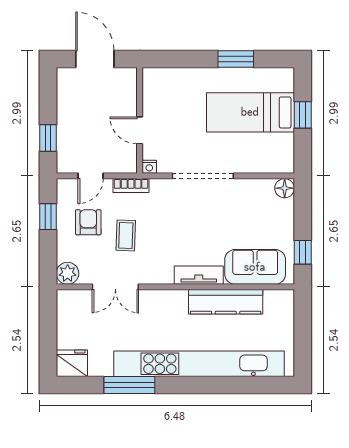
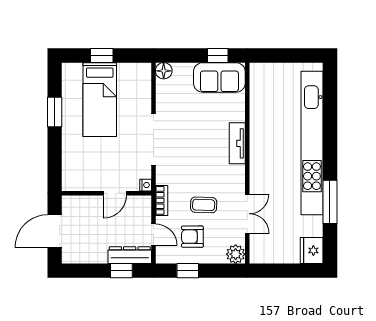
dresser: (66, 148) -> (130, 255), added
sofa: (255, 267) -> (219, 77), moved, turned -90
kitchen counter: (226, 302) -> (260, 121), removed

